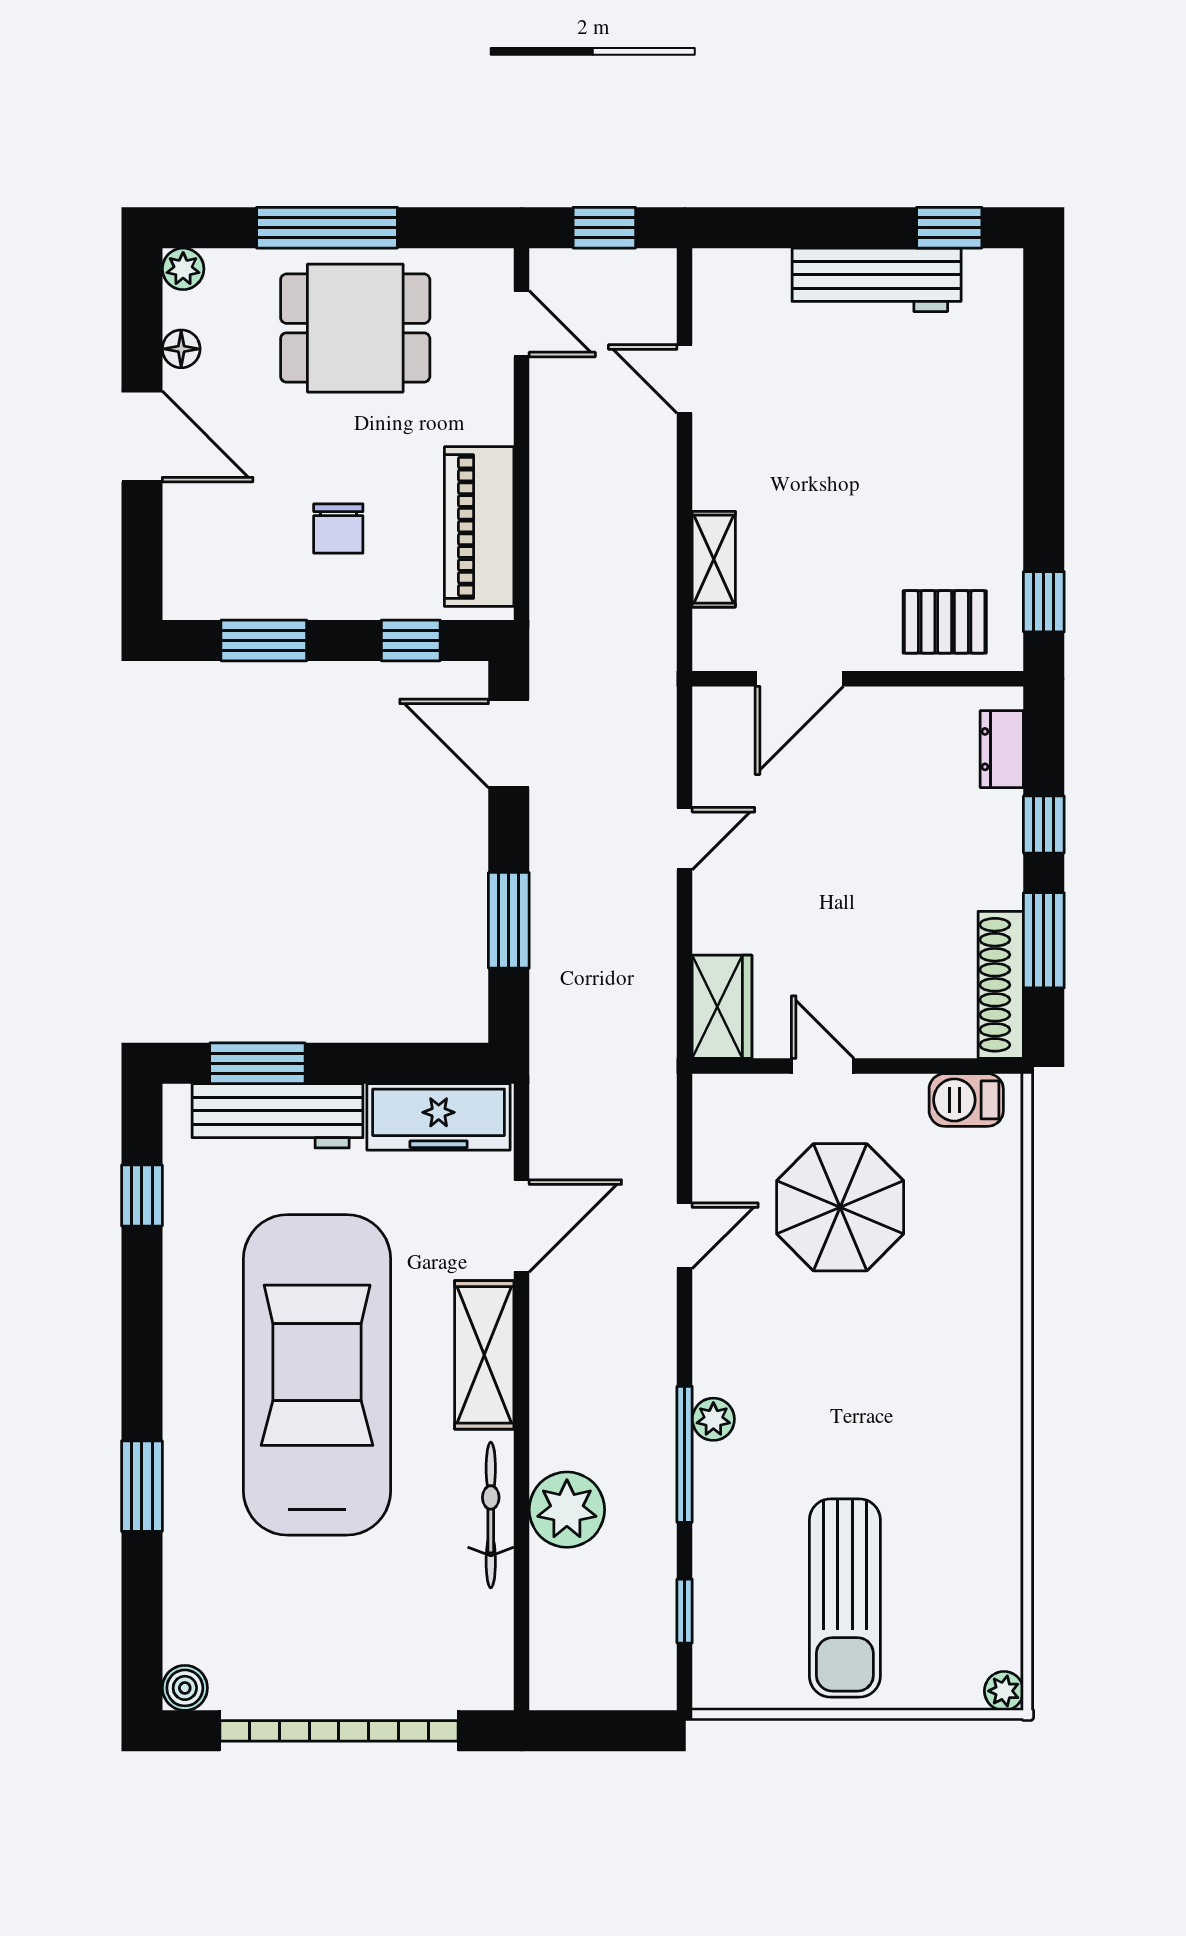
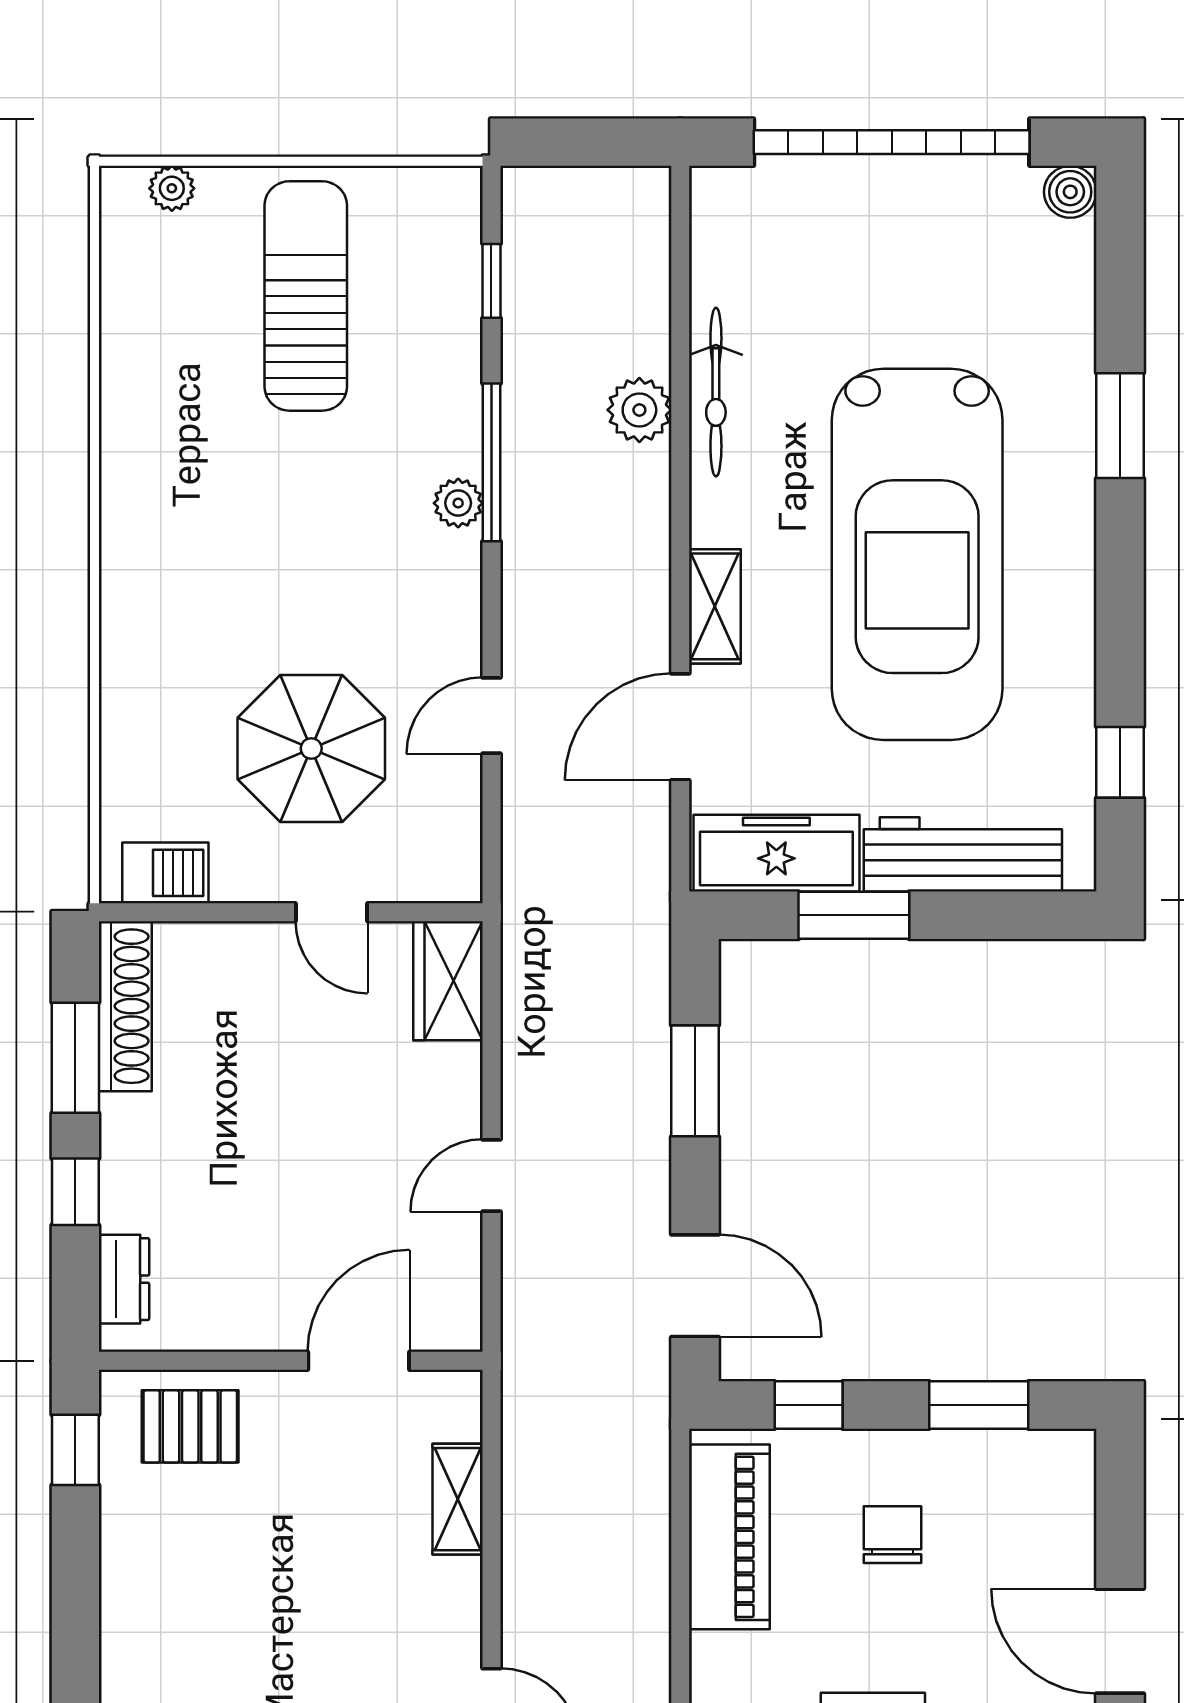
window: (257, 1063) -> (854, 915), moved
shelving: (484, 1355) -> (715, 606), width x0.67, depth x0.75
plant: (567, 1510) -> (639, 410), width x0.73, depth x0.73
plant: (1004, 1691) -> (172, 188), moved

